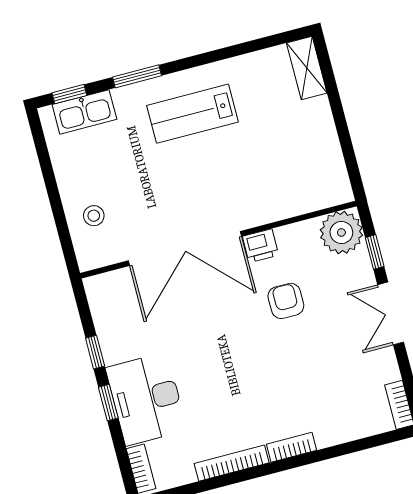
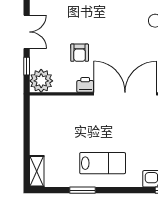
window: (137, 76) -> (82, 190), moved

